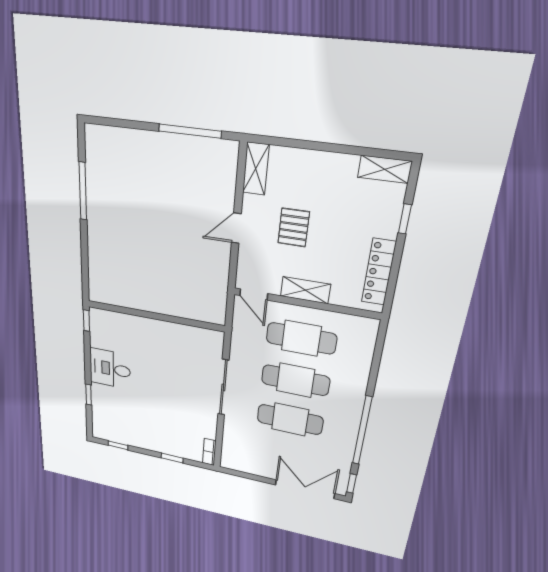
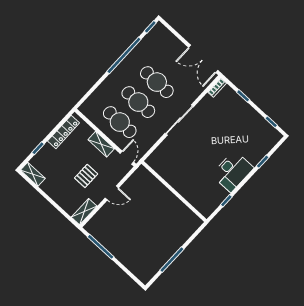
wall: (155, 316) -> (174, 191), moved
desk: (110, 369) -> (233, 171), width x1.37
double door: (305, 489) -> (203, 59), moved

